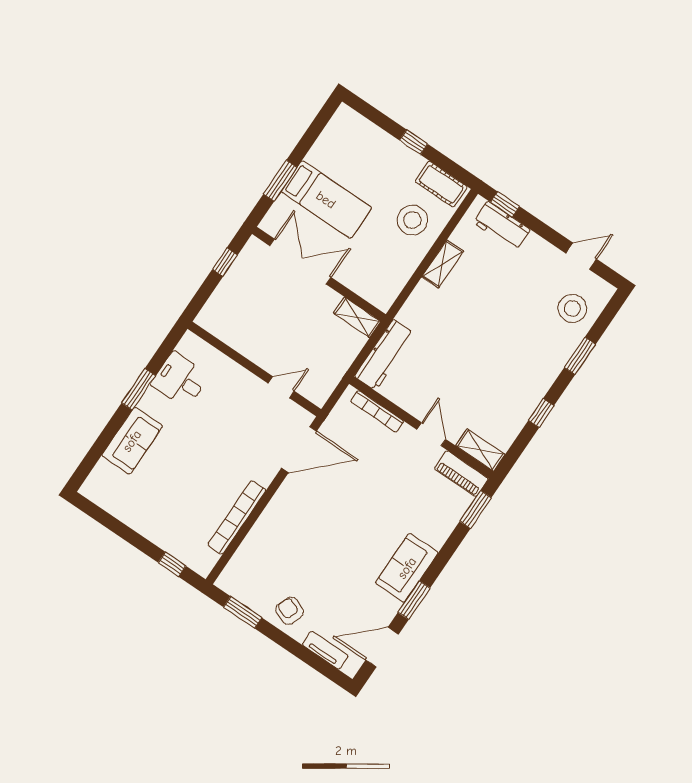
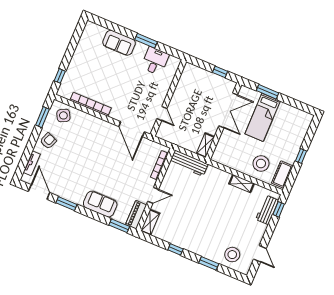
sofa: (407, 568) -> (100, 204), moved
side table: (248, 573) -> (63, 115), added

